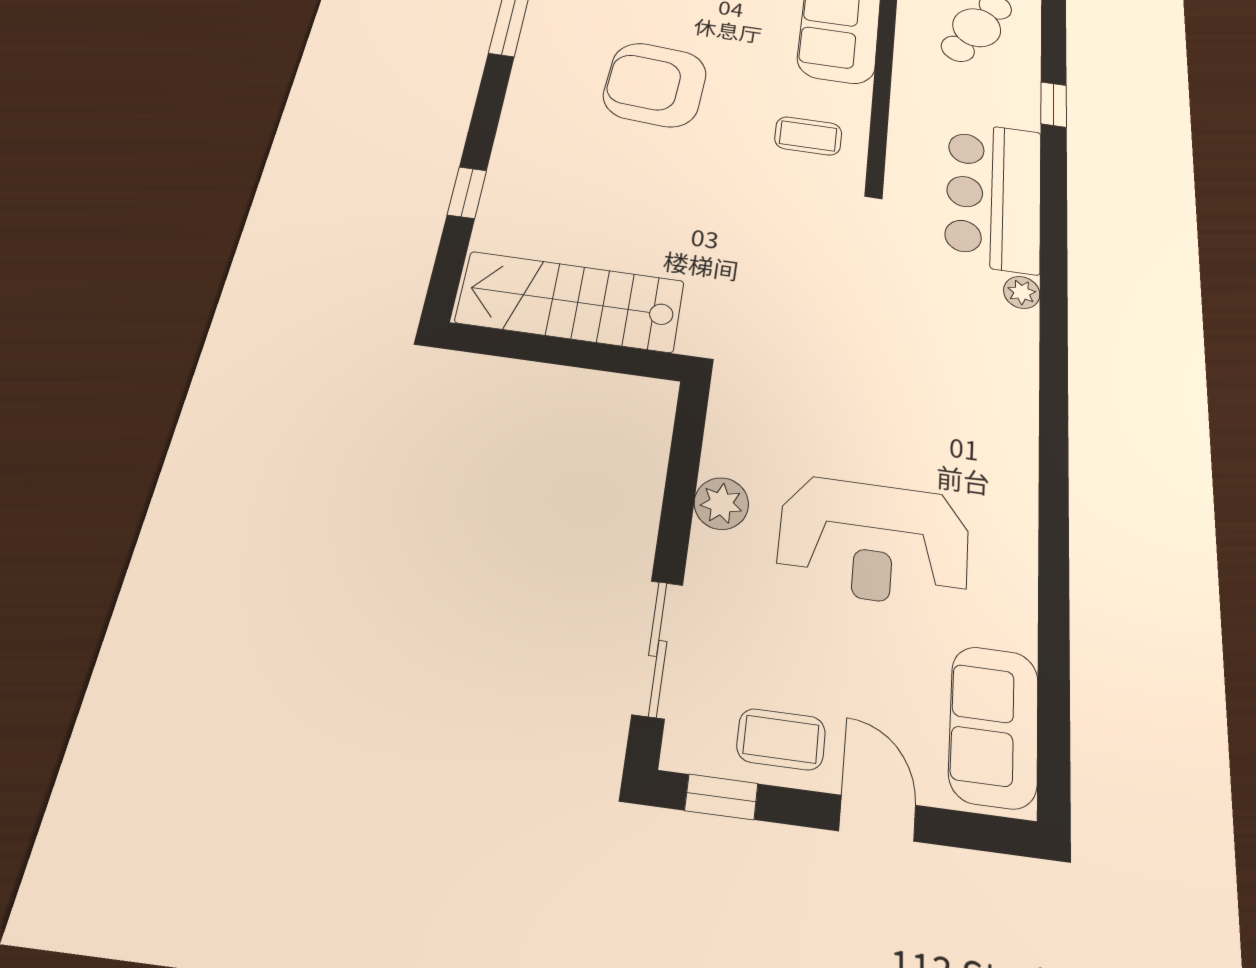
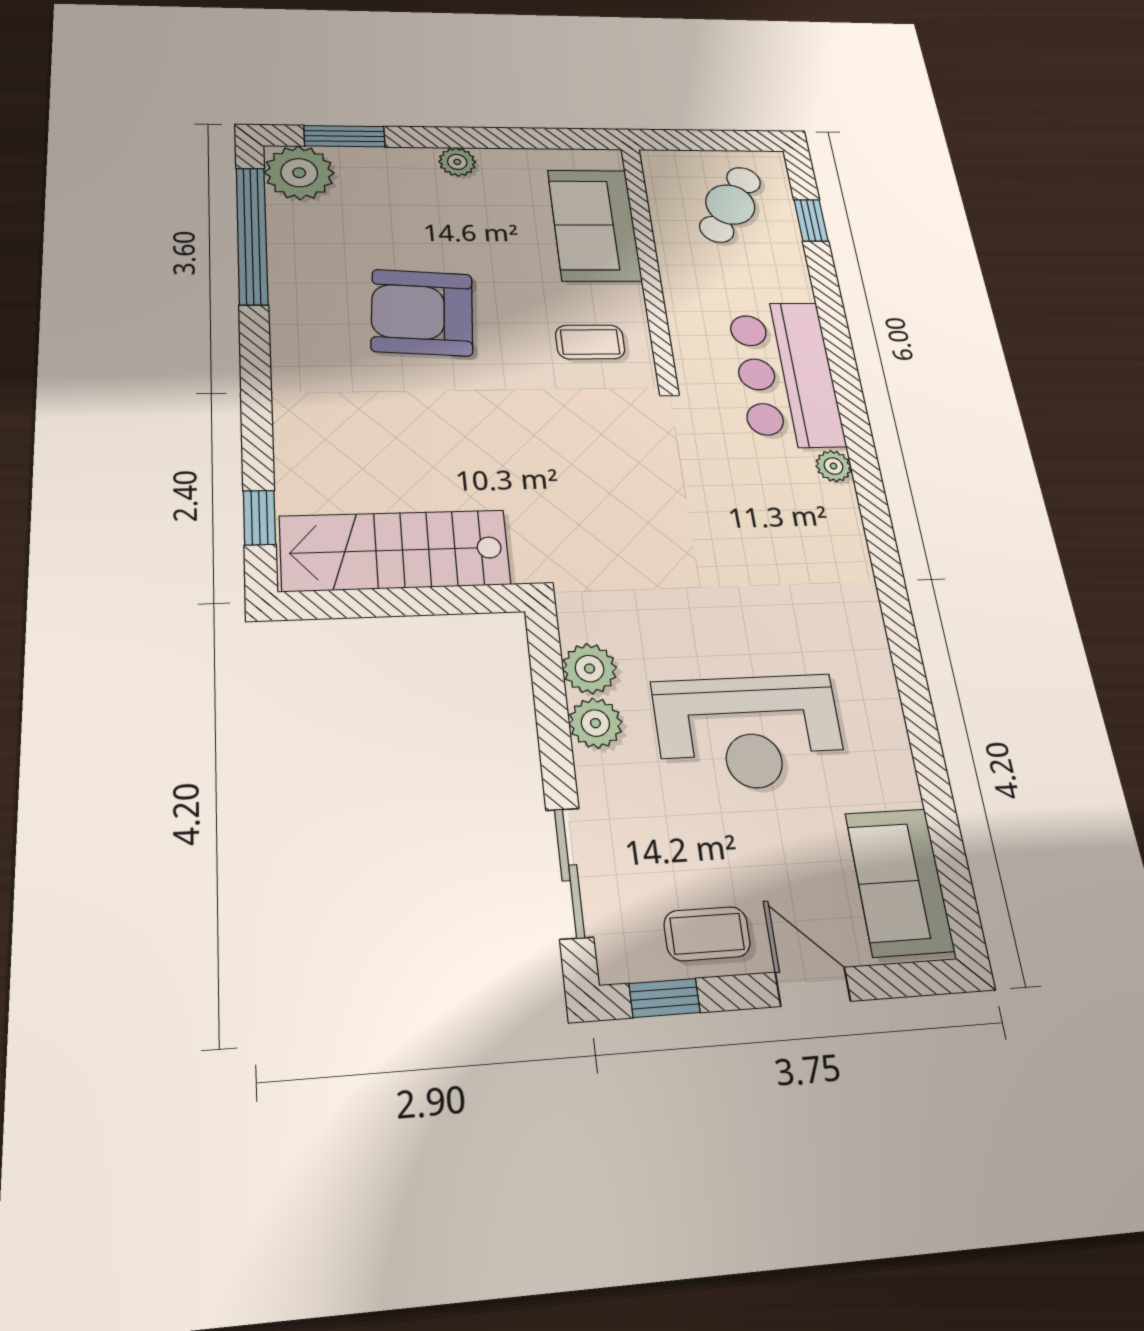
window: (1054, 104) -> (811, 220), moved
window: (467, 193) -> (259, 518), moved
plant: (729, 449) -> (590, 669), added

